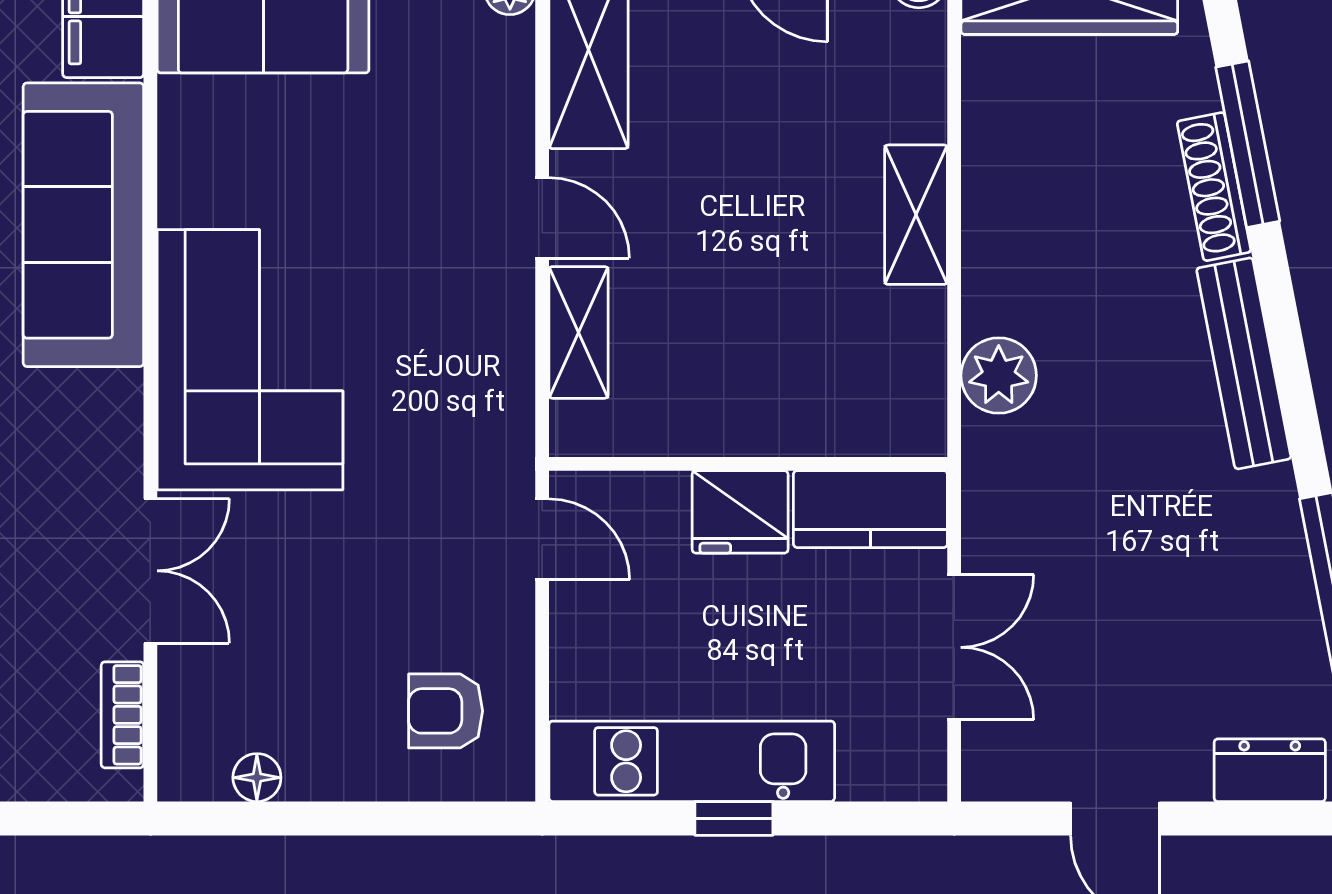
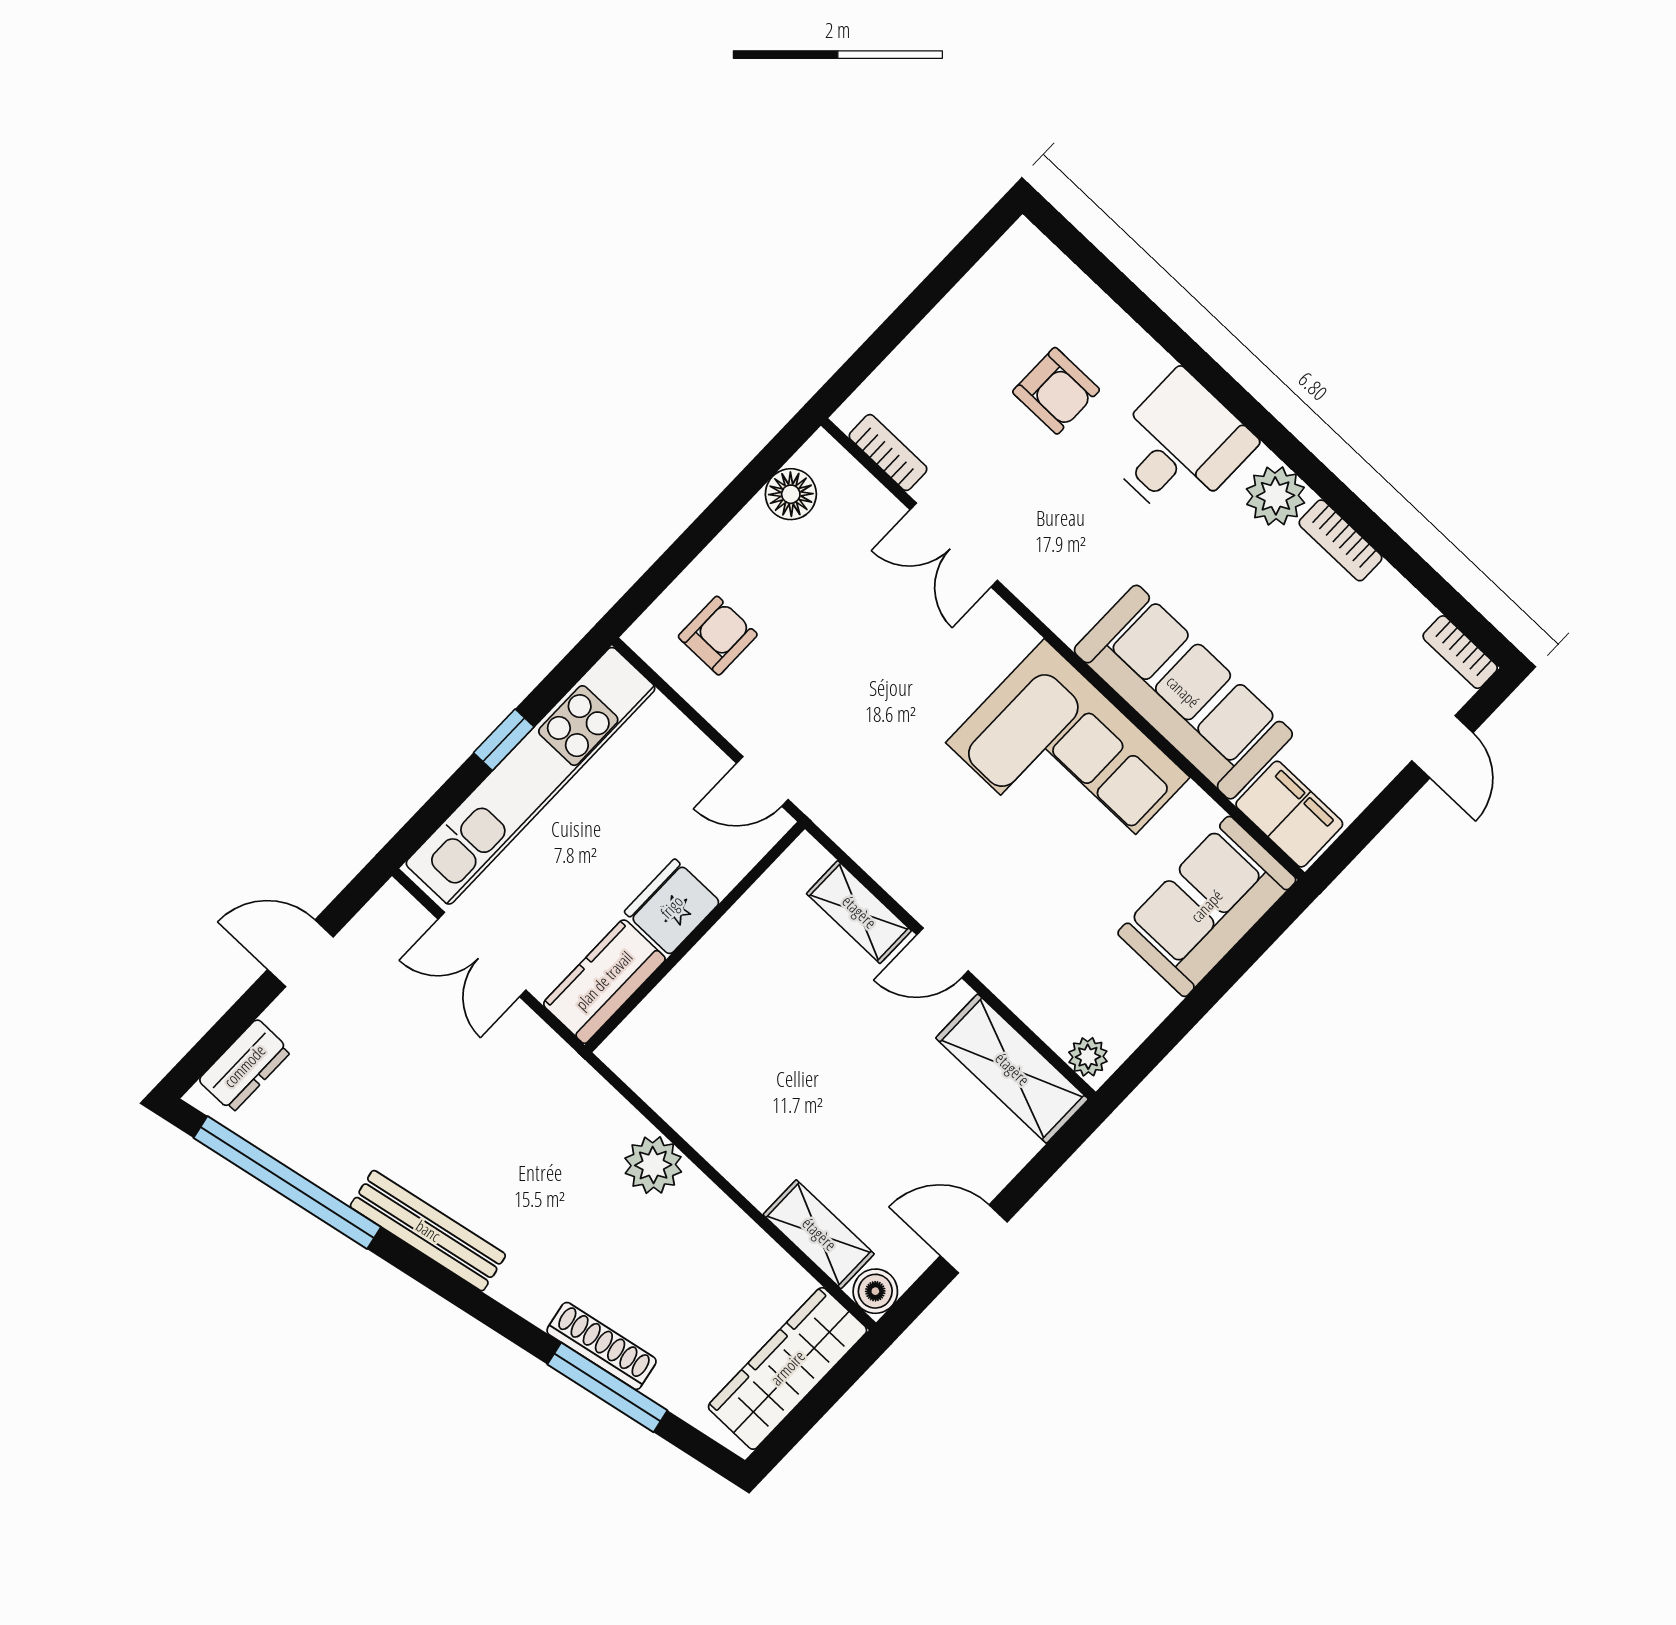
shelving: (916, 215) -> (819, 1234), moved
corner sofa: (250, 360) -> (1068, 760), moved
bench: (1244, 363) -> (428, 1231), moved
plant: (999, 375) -> (653, 1165), moved
kitchen unit: (692, 761) -> (531, 776), width x1.36
floor lamp: (257, 778) -> (791, 494), width x1.37, depth x1.37

